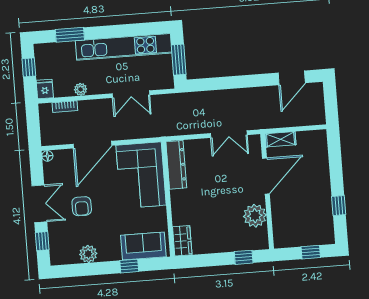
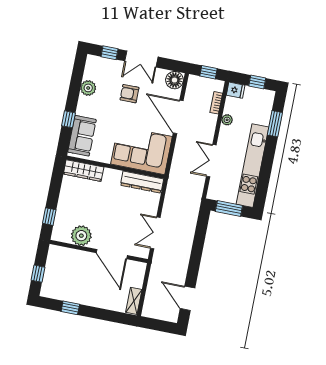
window: (33, 125) -> (208, 72), added
shelving: (281, 139) -> (134, 301), moved
floor lamp: (47, 156) -> (174, 80), width x1.89, depth x1.89
wardrobe: (182, 241) -> (84, 171), width x1.50

